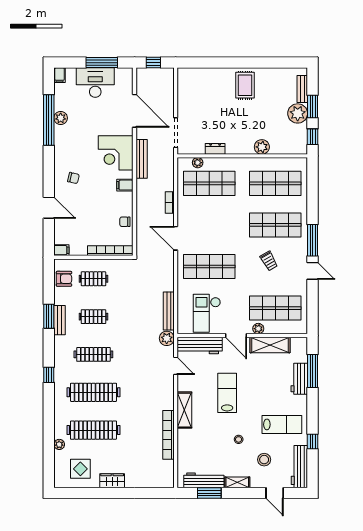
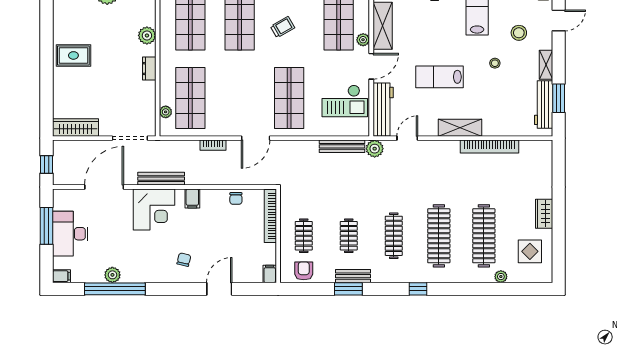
wardrobe: (185, 87) -> (76, 127), added
dresser: (215, 149) -> (149, 69), moved

